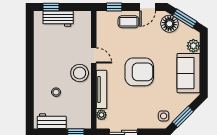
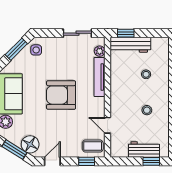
coffee table: (128, 22) -> (93, 146), moved
door: (94, 55) -> (108, 125), moved
stool: (80, 73) -> (147, 110), moved, width x0.53, depth x0.53
workbench: (52, 121) -> (130, 45), moved, width x1.38

